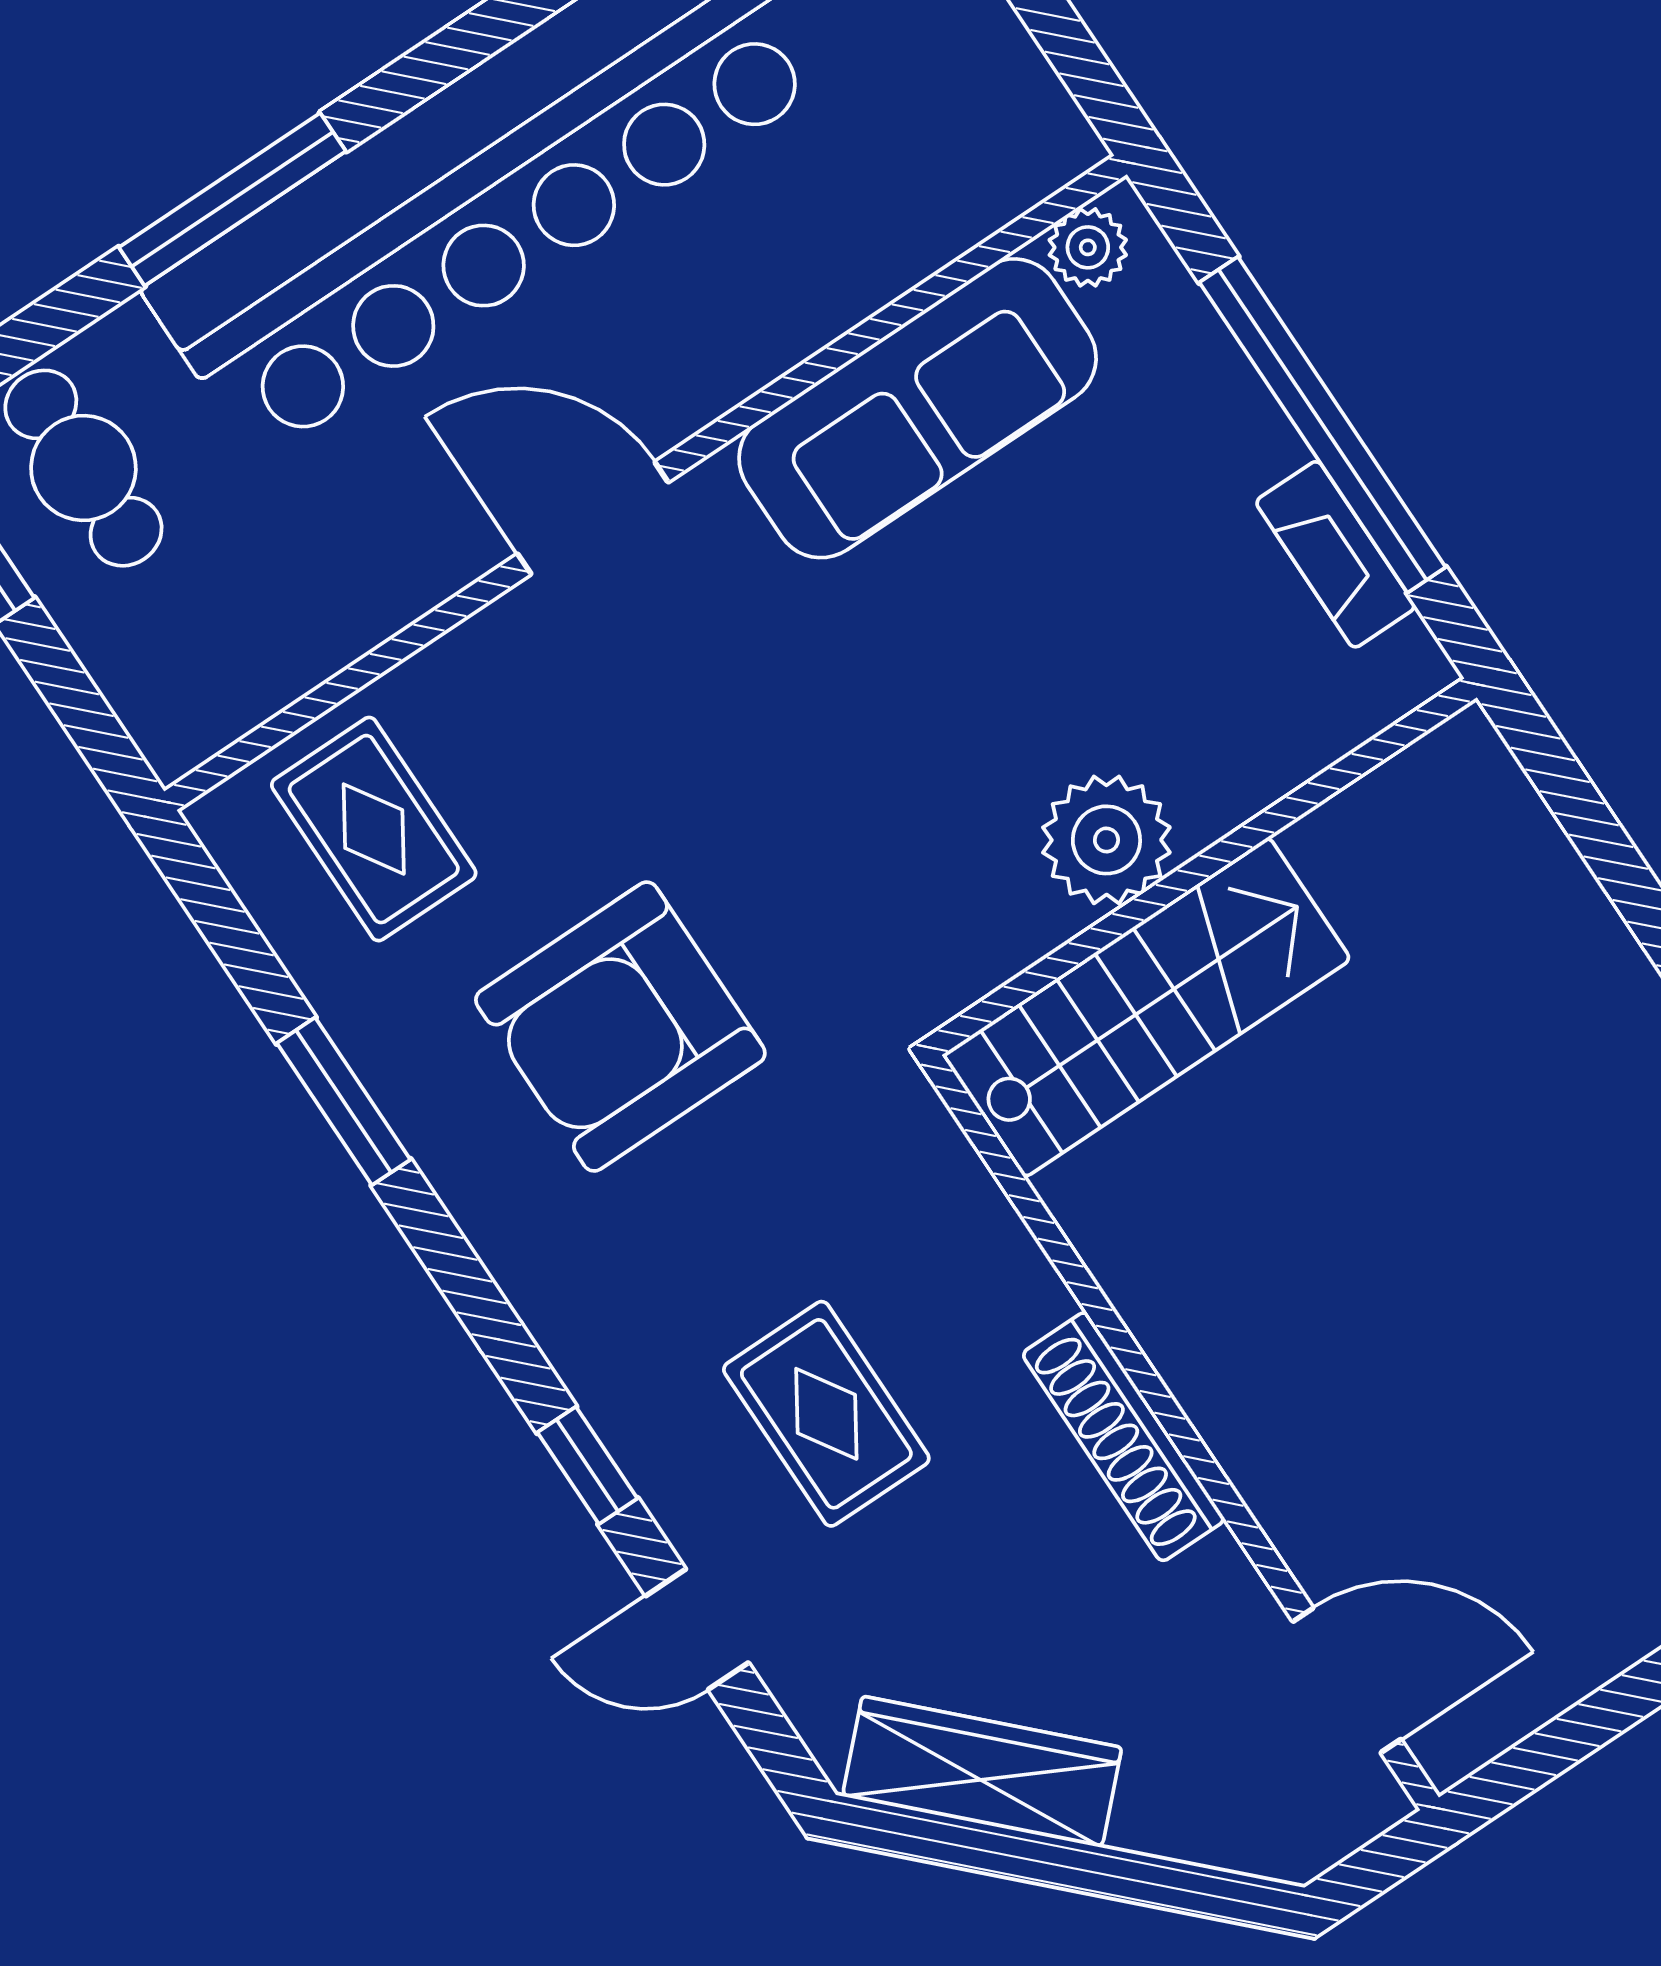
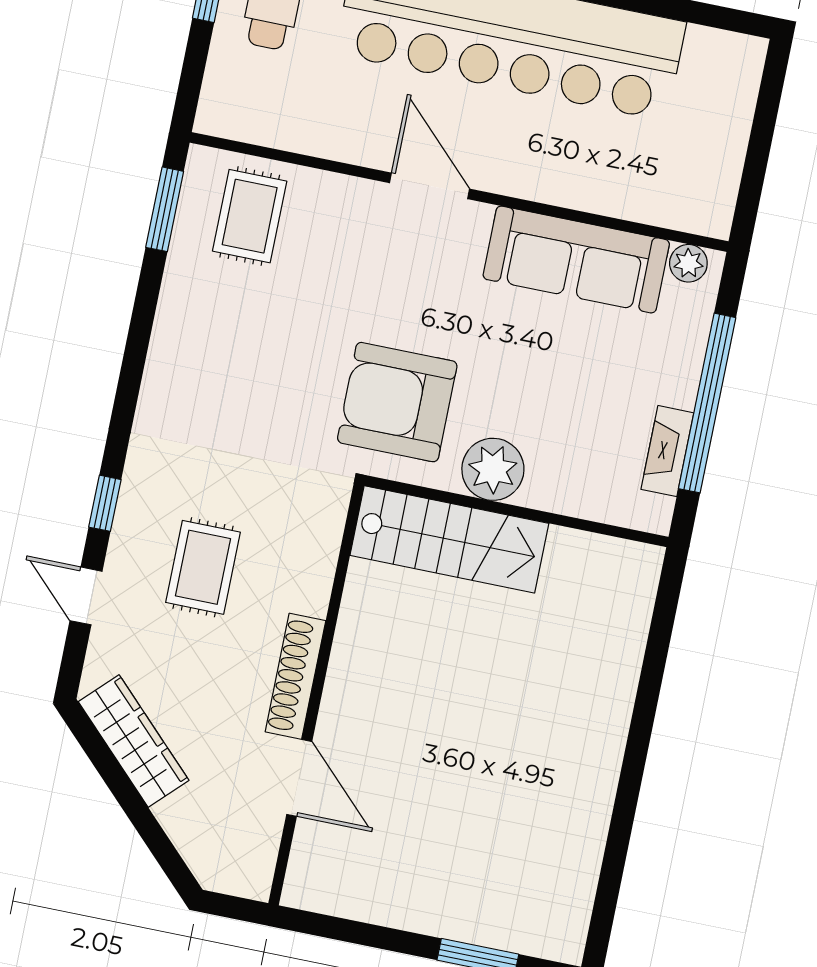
armchair: (620, 1027) -> (397, 402), moved
window: (344, 1101) -> (165, 209), moved
door: (1347, 1680) -> (299, 778), moved

